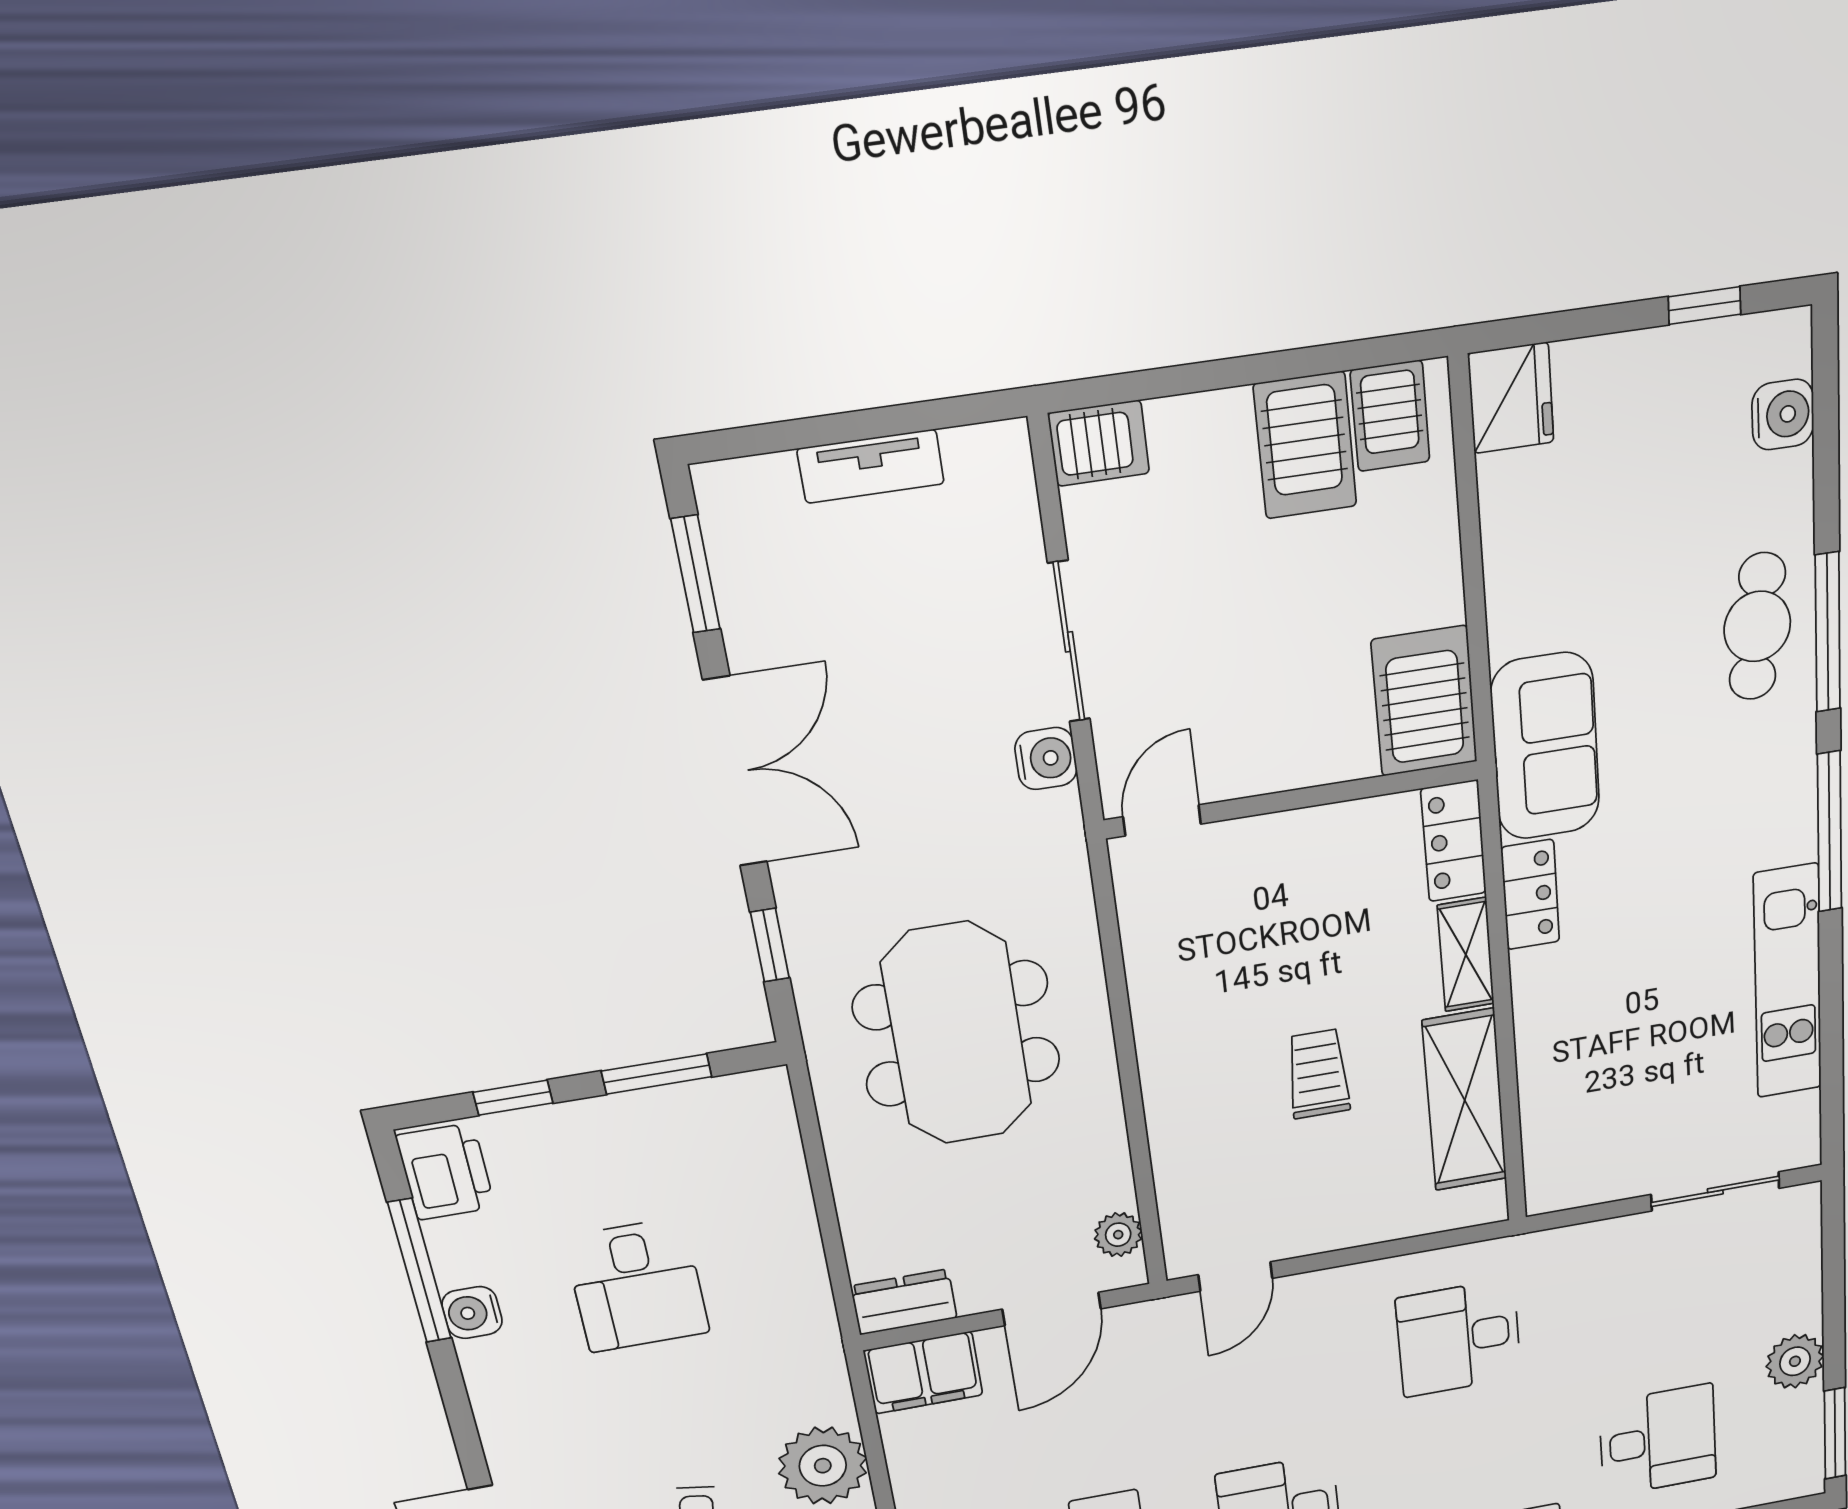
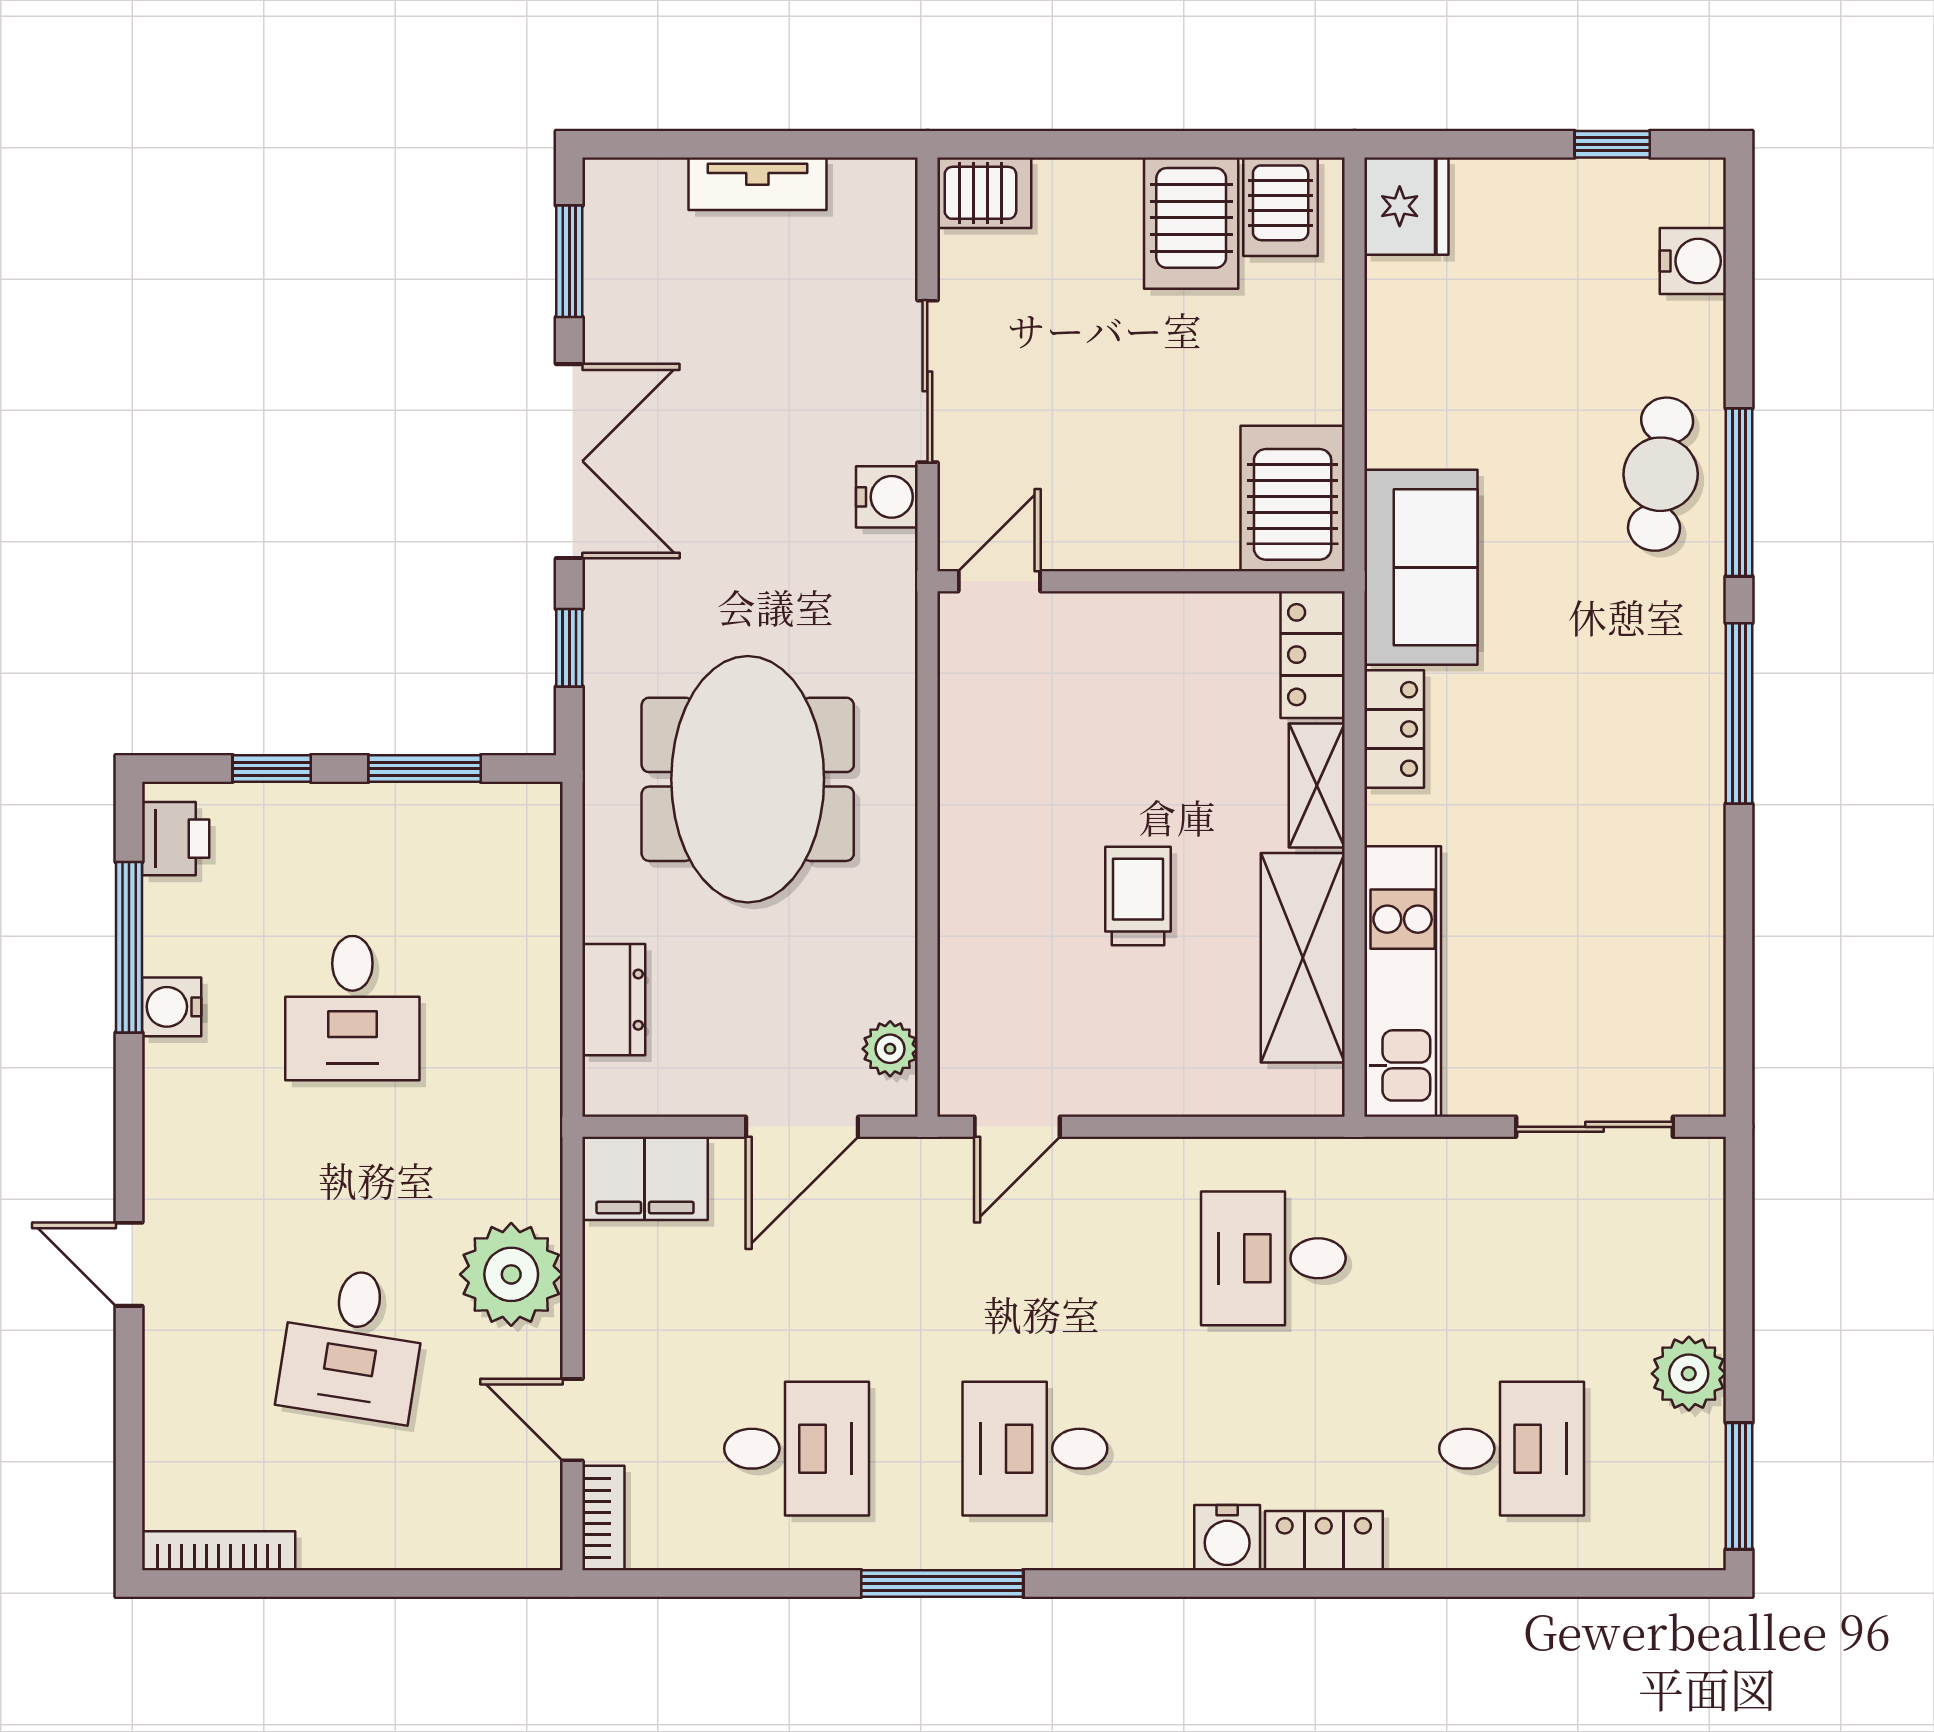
kitchen unit: (1788, 982) -> (1403, 981), moved, turned 180
printer: (446, 1172) -> (176, 839), width x0.73, depth x0.81
dresser: (904, 1302) -> (614, 1000), moved, turned 90

